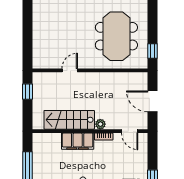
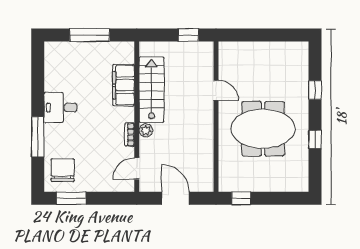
meeting table: (116, 36) -> (263, 129), moved
door: (152, 101) -> (175, 198), hinge flipped
filing cabinet: (78, 141) -> (124, 85), moved

